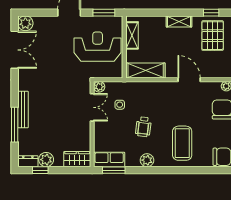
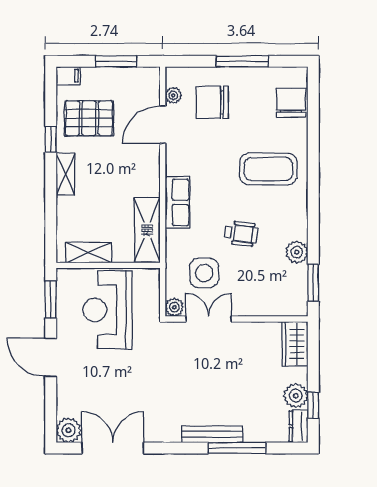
window: (211, 13) -> (51, 139), moved
door: (189, 80) -> (163, 125), moved
side table: (120, 105) -> (204, 273), width x1.87, depth x1.87
row of seats: (109, 159) -> (178, 202), moved, turned 180
plant: (147, 160) -> (297, 252), moved

